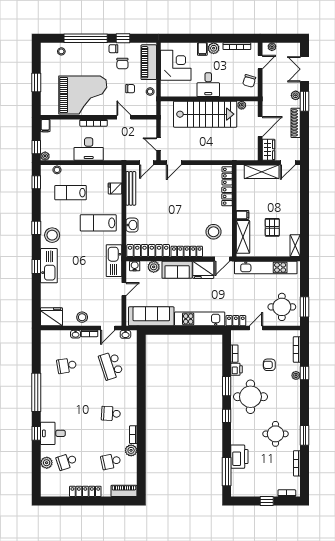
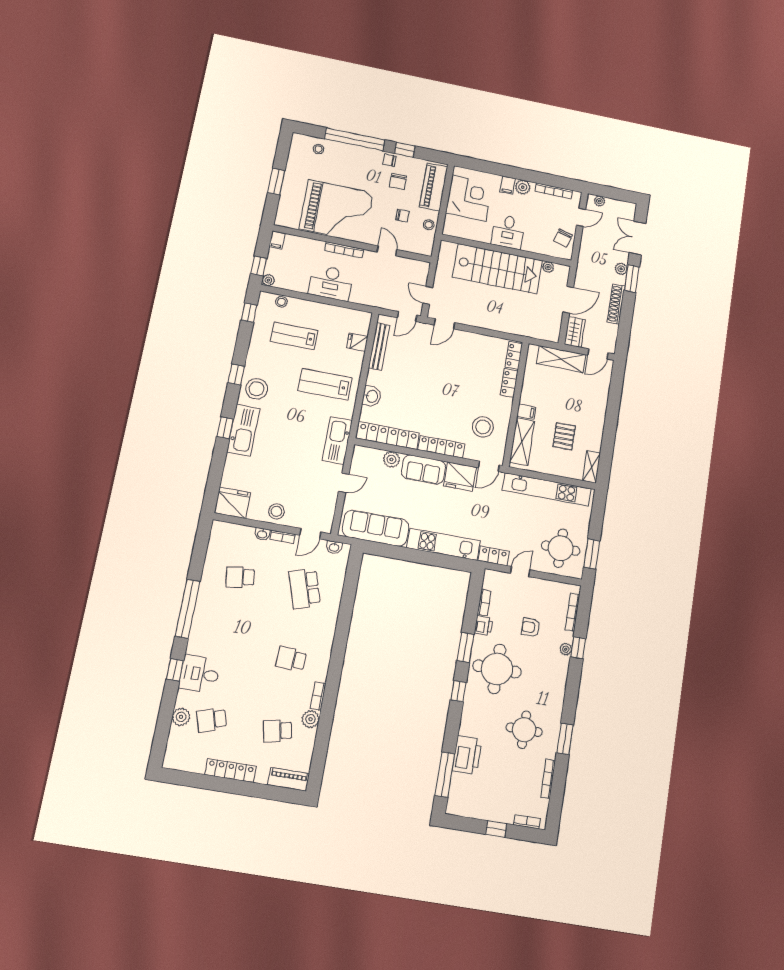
water cooler: (135, 266) -> (365, 453), removed

